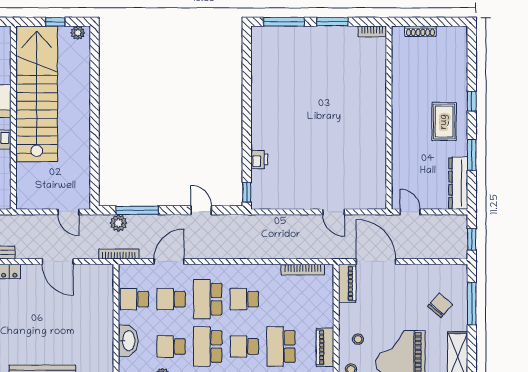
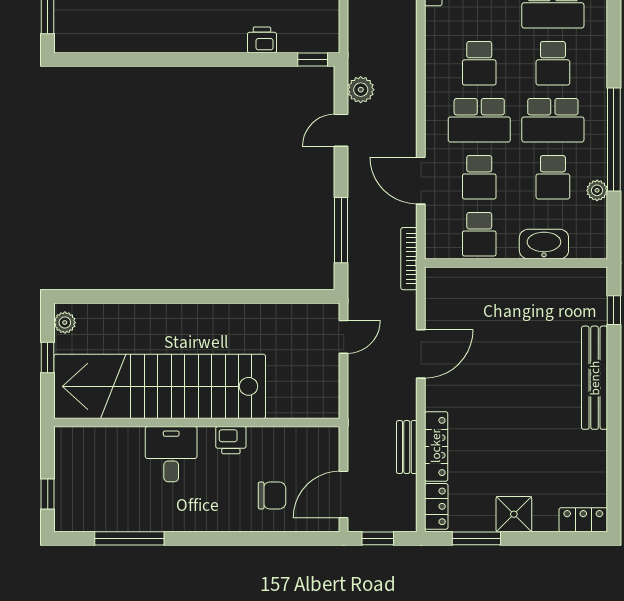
plant: (118, 223) -> (361, 90), moved

